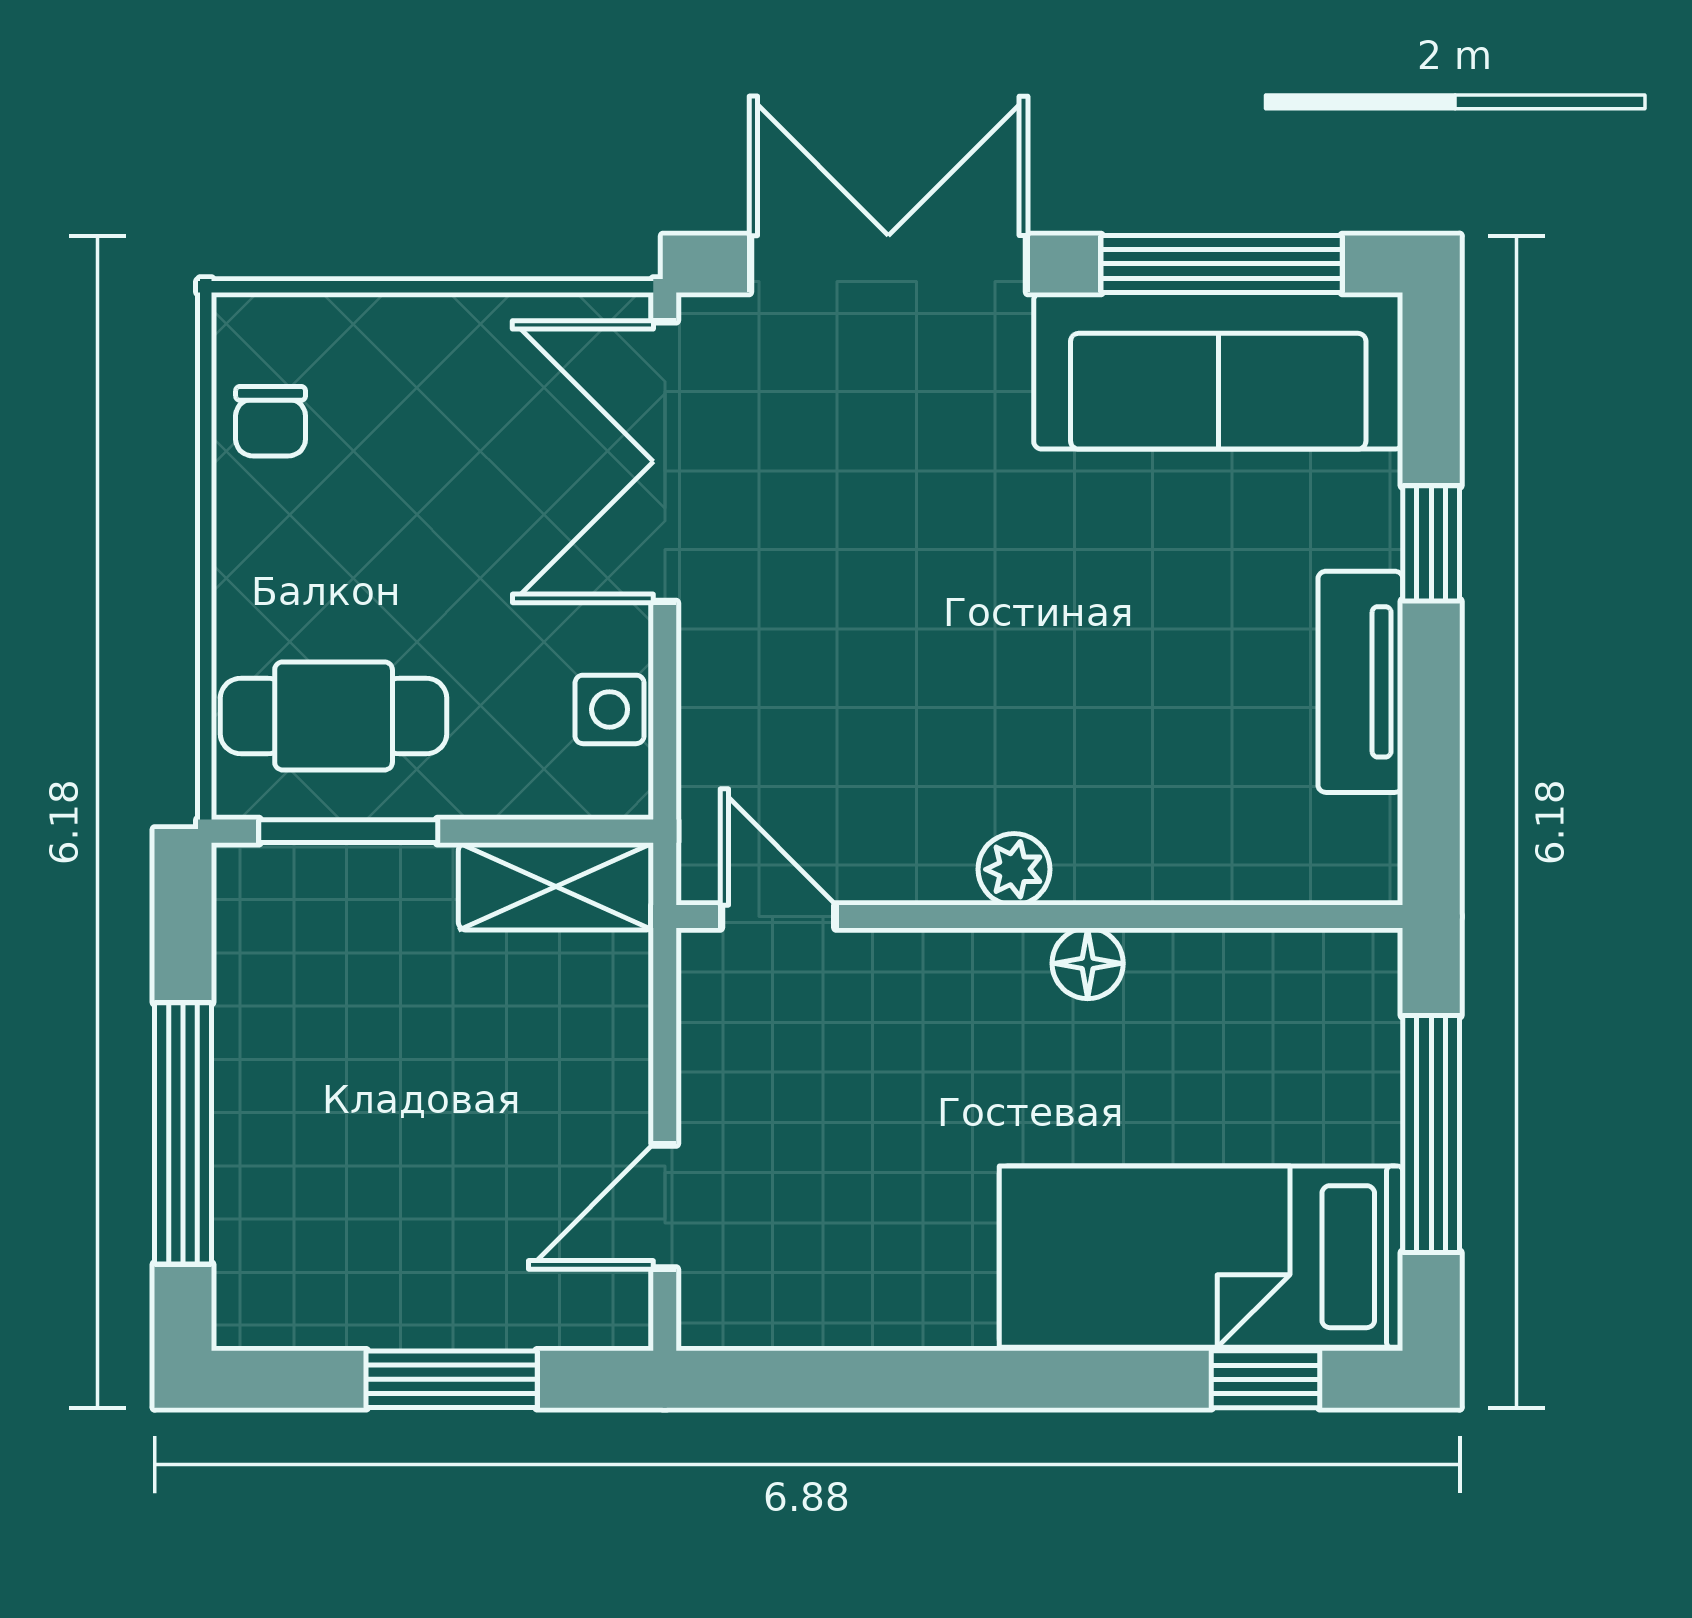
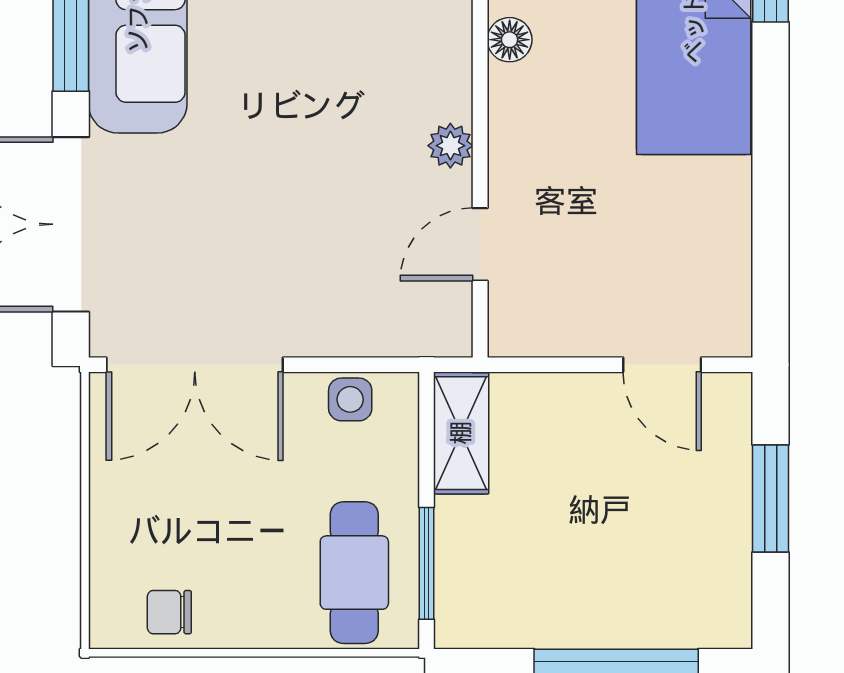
chair: (271, 421) -> (169, 612), turned 180
door: (778, 916) -> (480, 244), moved
floor lamp: (1088, 963) -> (510, 40), moved

